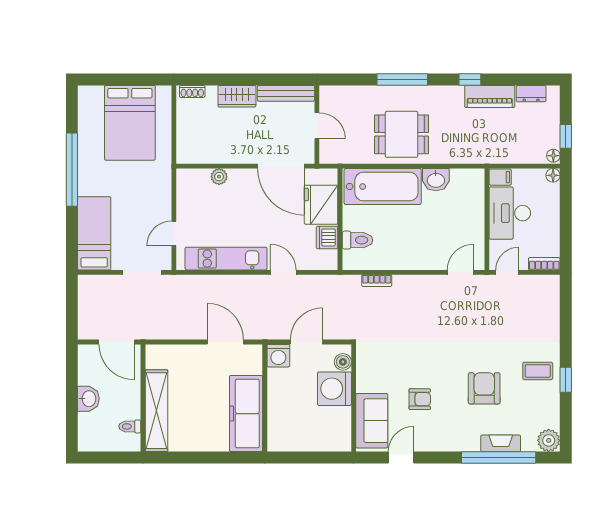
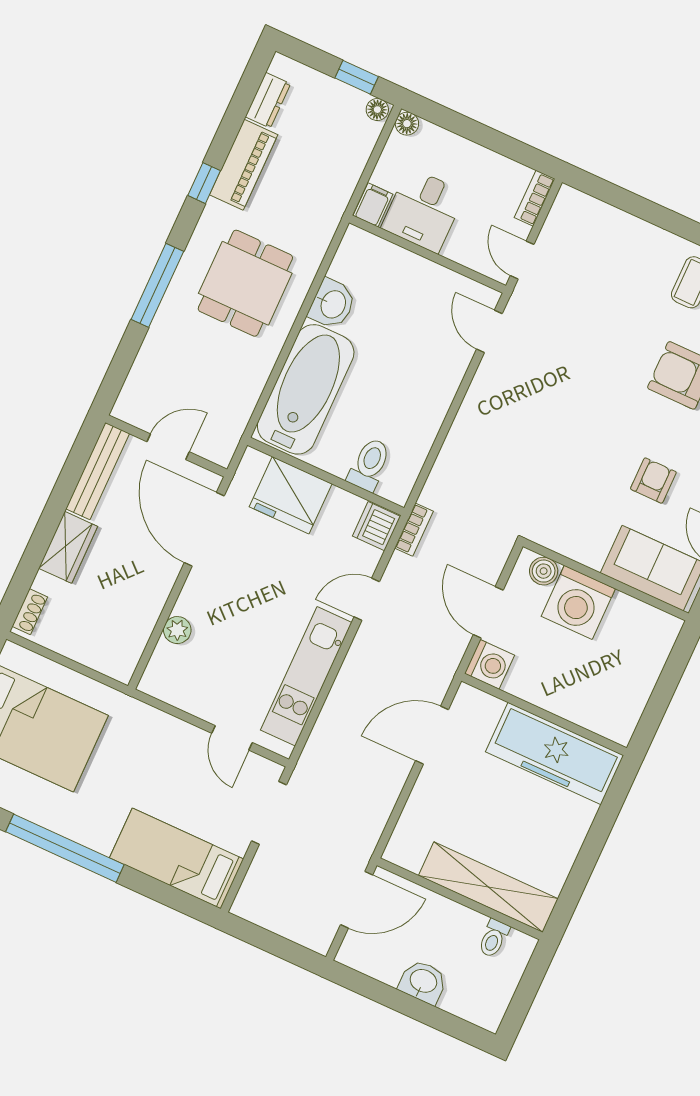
dining table: (401, 134) -> (245, 283), moved
door: (281, 166) -> (204, 529), swing flipped
desk: (510, 213) -> (423, 210), width x0.73
dishwasher: (327, 237) -> (376, 526), moved, turned 90
bookcase: (377, 281) -> (414, 530), moved

